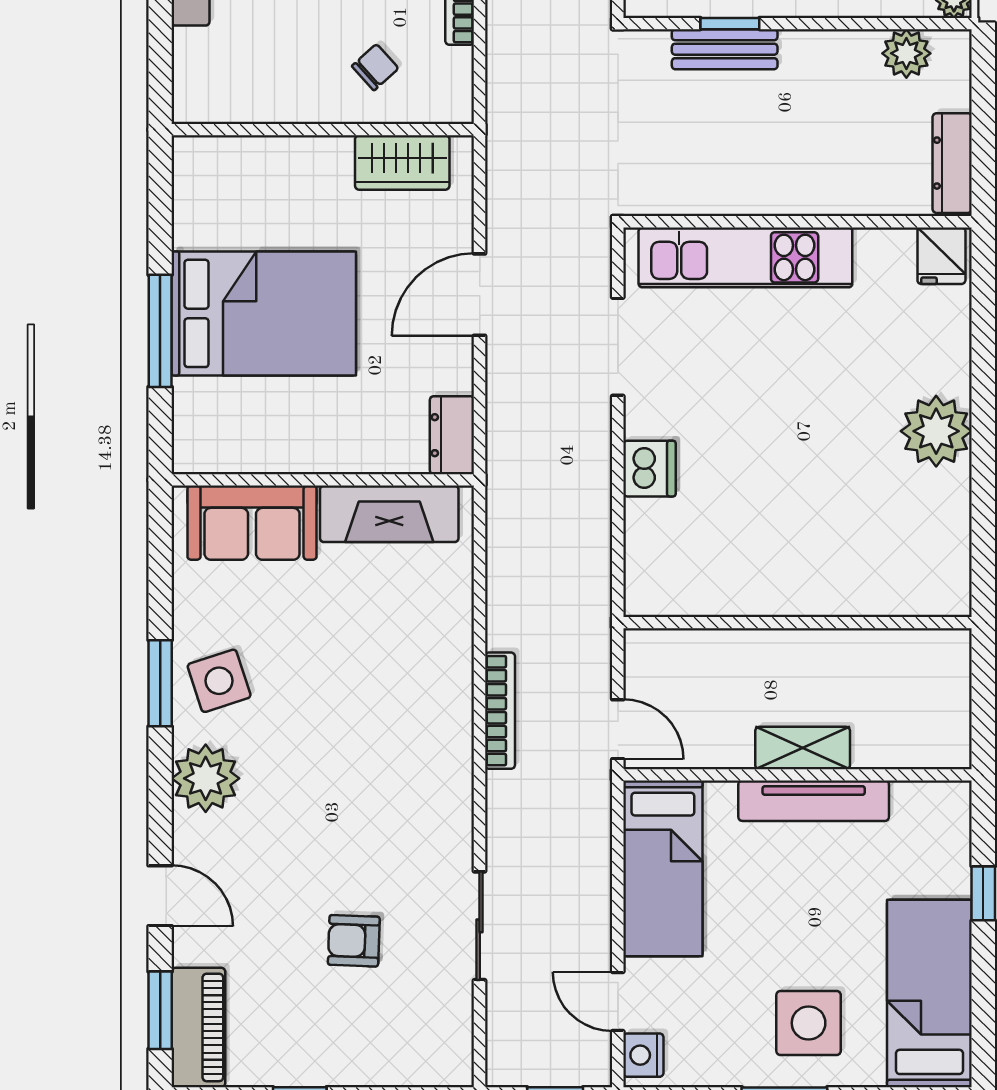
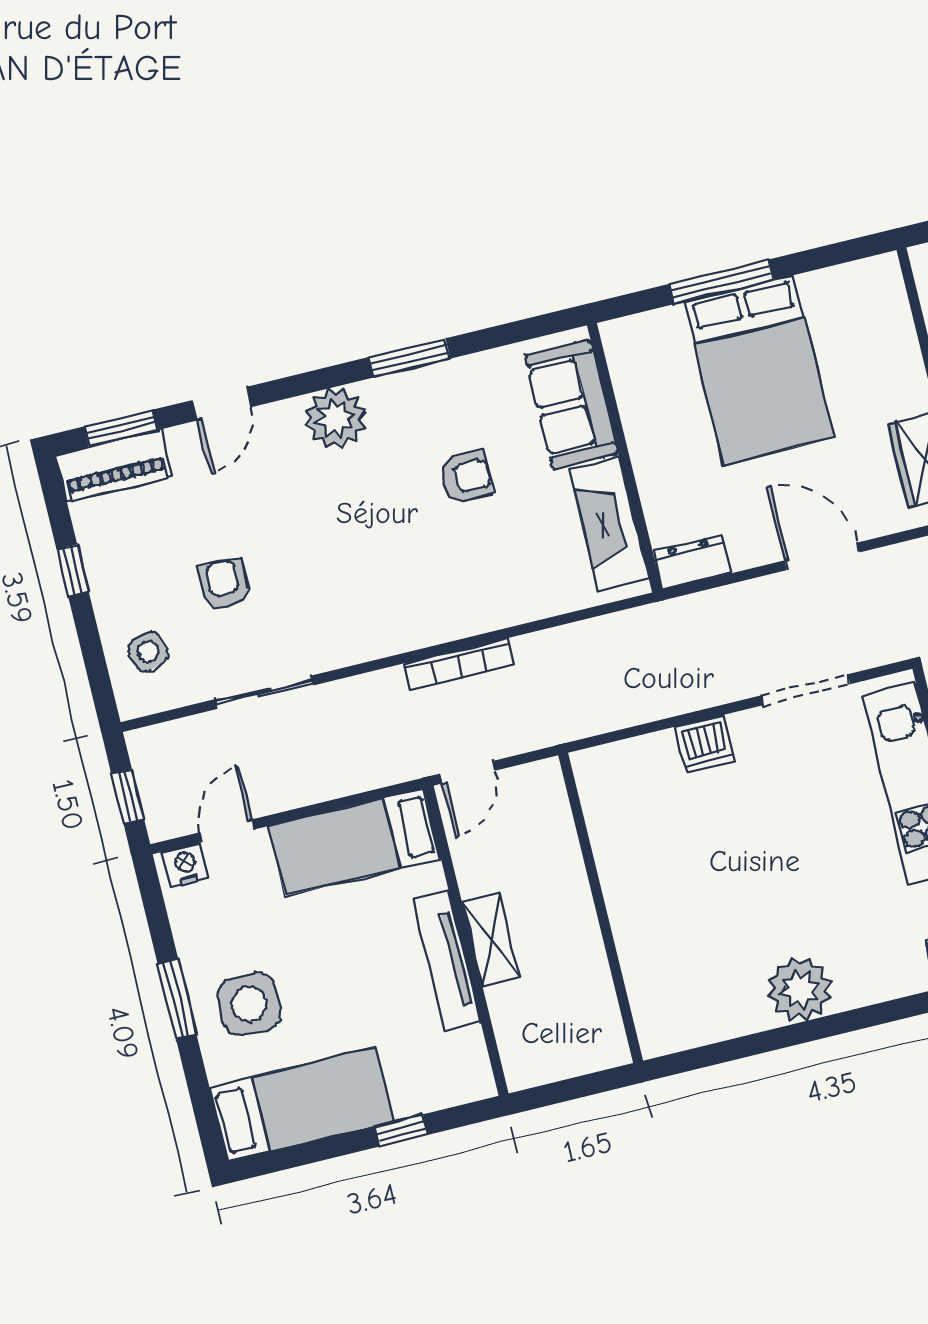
armchair: (302, 654) -> (466, 477), added
side table: (219, 681) -> (148, 652), moved, width x0.73, depth x0.73

